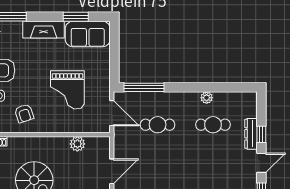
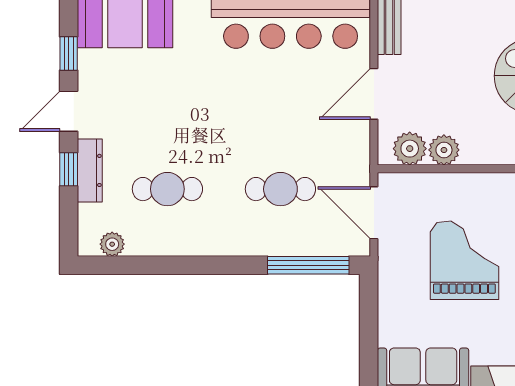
plant: (207, 98) -> (112, 244), moved
plant: (94, 145) -> (410, 149), added

